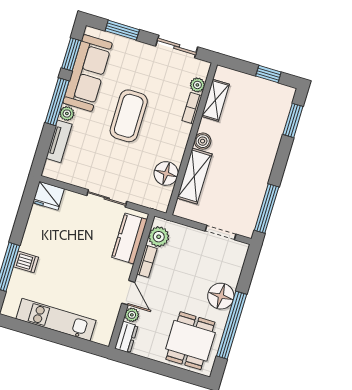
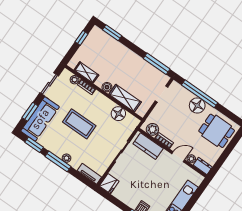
sofa: (88, 73) -> (40, 119), moved, turned 90
tv unit: (59, 141) -> (89, 174), moved
window: (232, 325) -> (200, 94), moved

